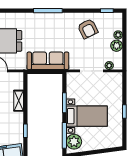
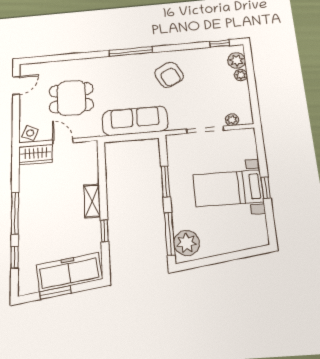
armchair: (88, 29) -> (169, 75), moved
plant: (117, 46) -> (237, 61), moved
shelving: (19, 101) -> (92, 201), moved
bed with nightstands: (87, 116) -> (228, 188), moved, turned 180

